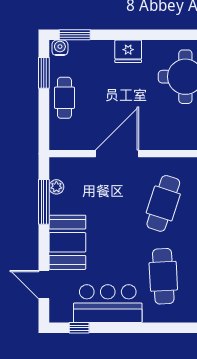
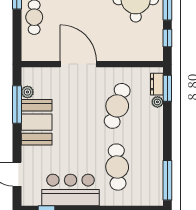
door: (117, 154) -> (78, 64), hinge flipped
booth: (67, 242) -> (37, 122), moved

